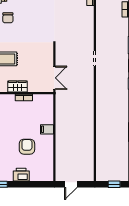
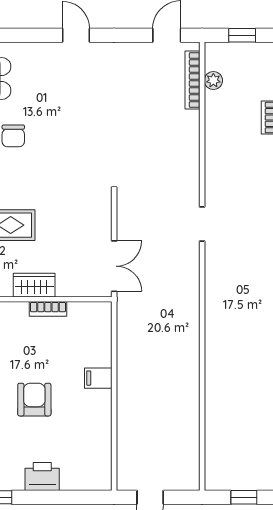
armchair: (27, 147) -> (34, 400), moved

